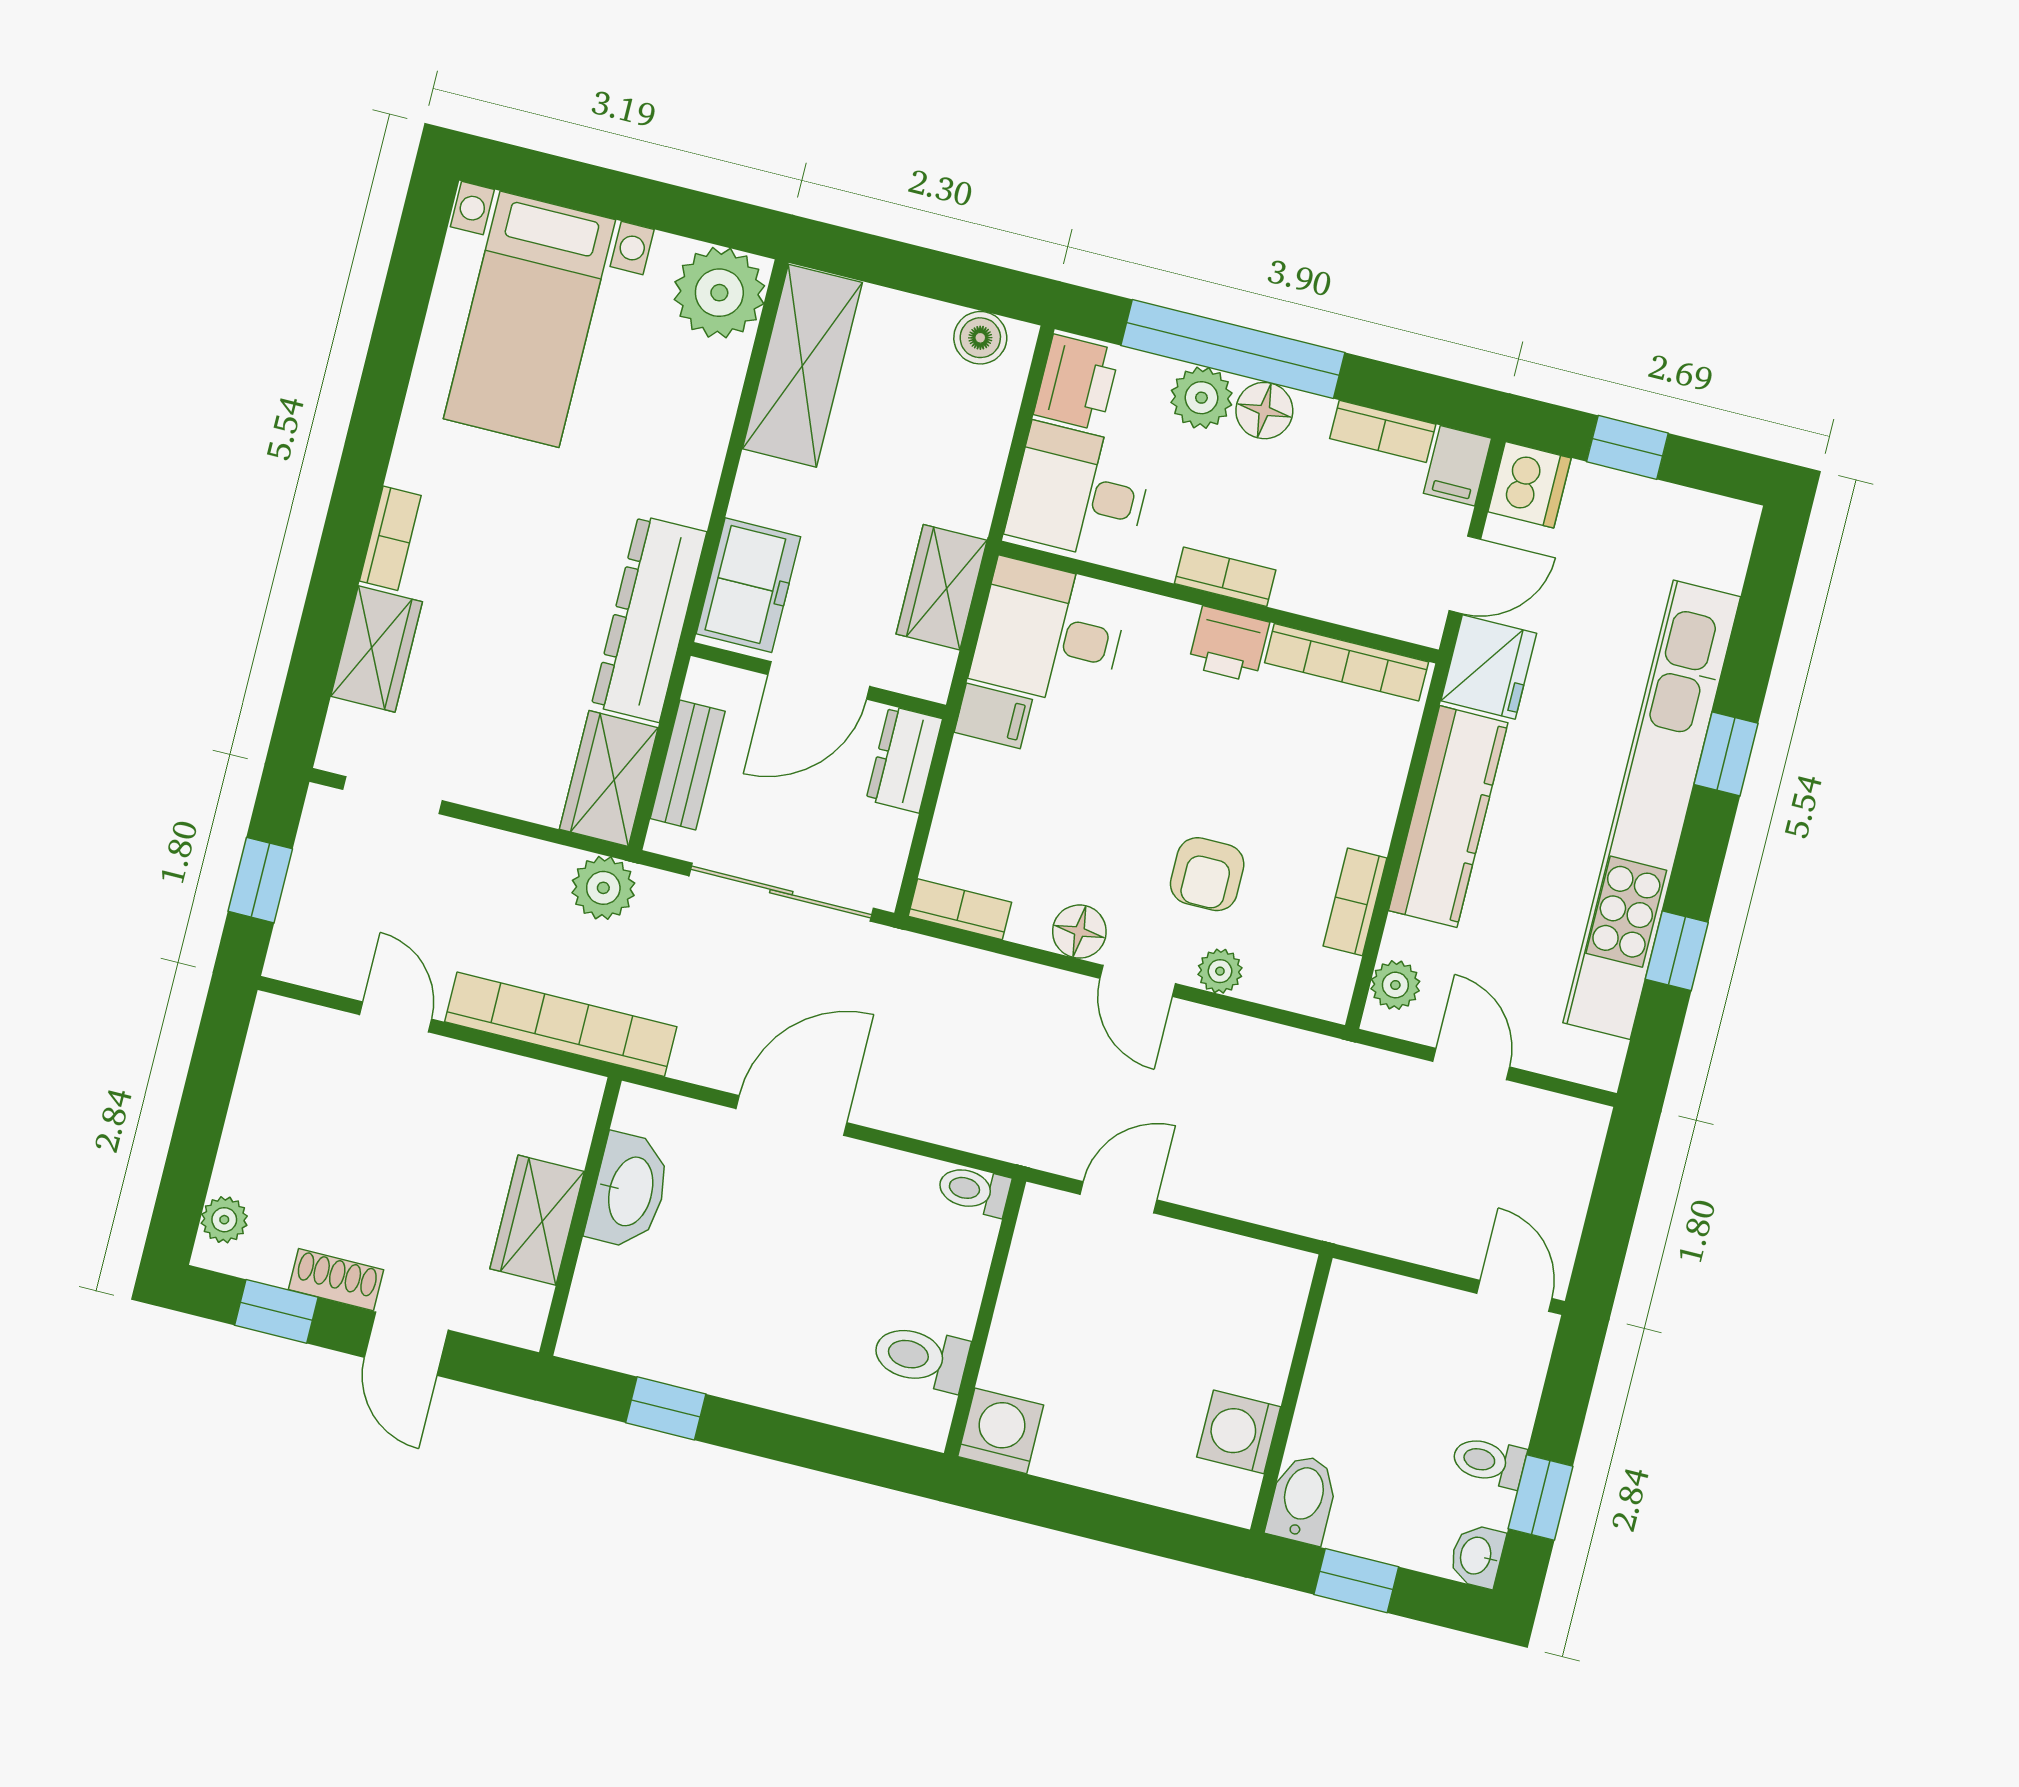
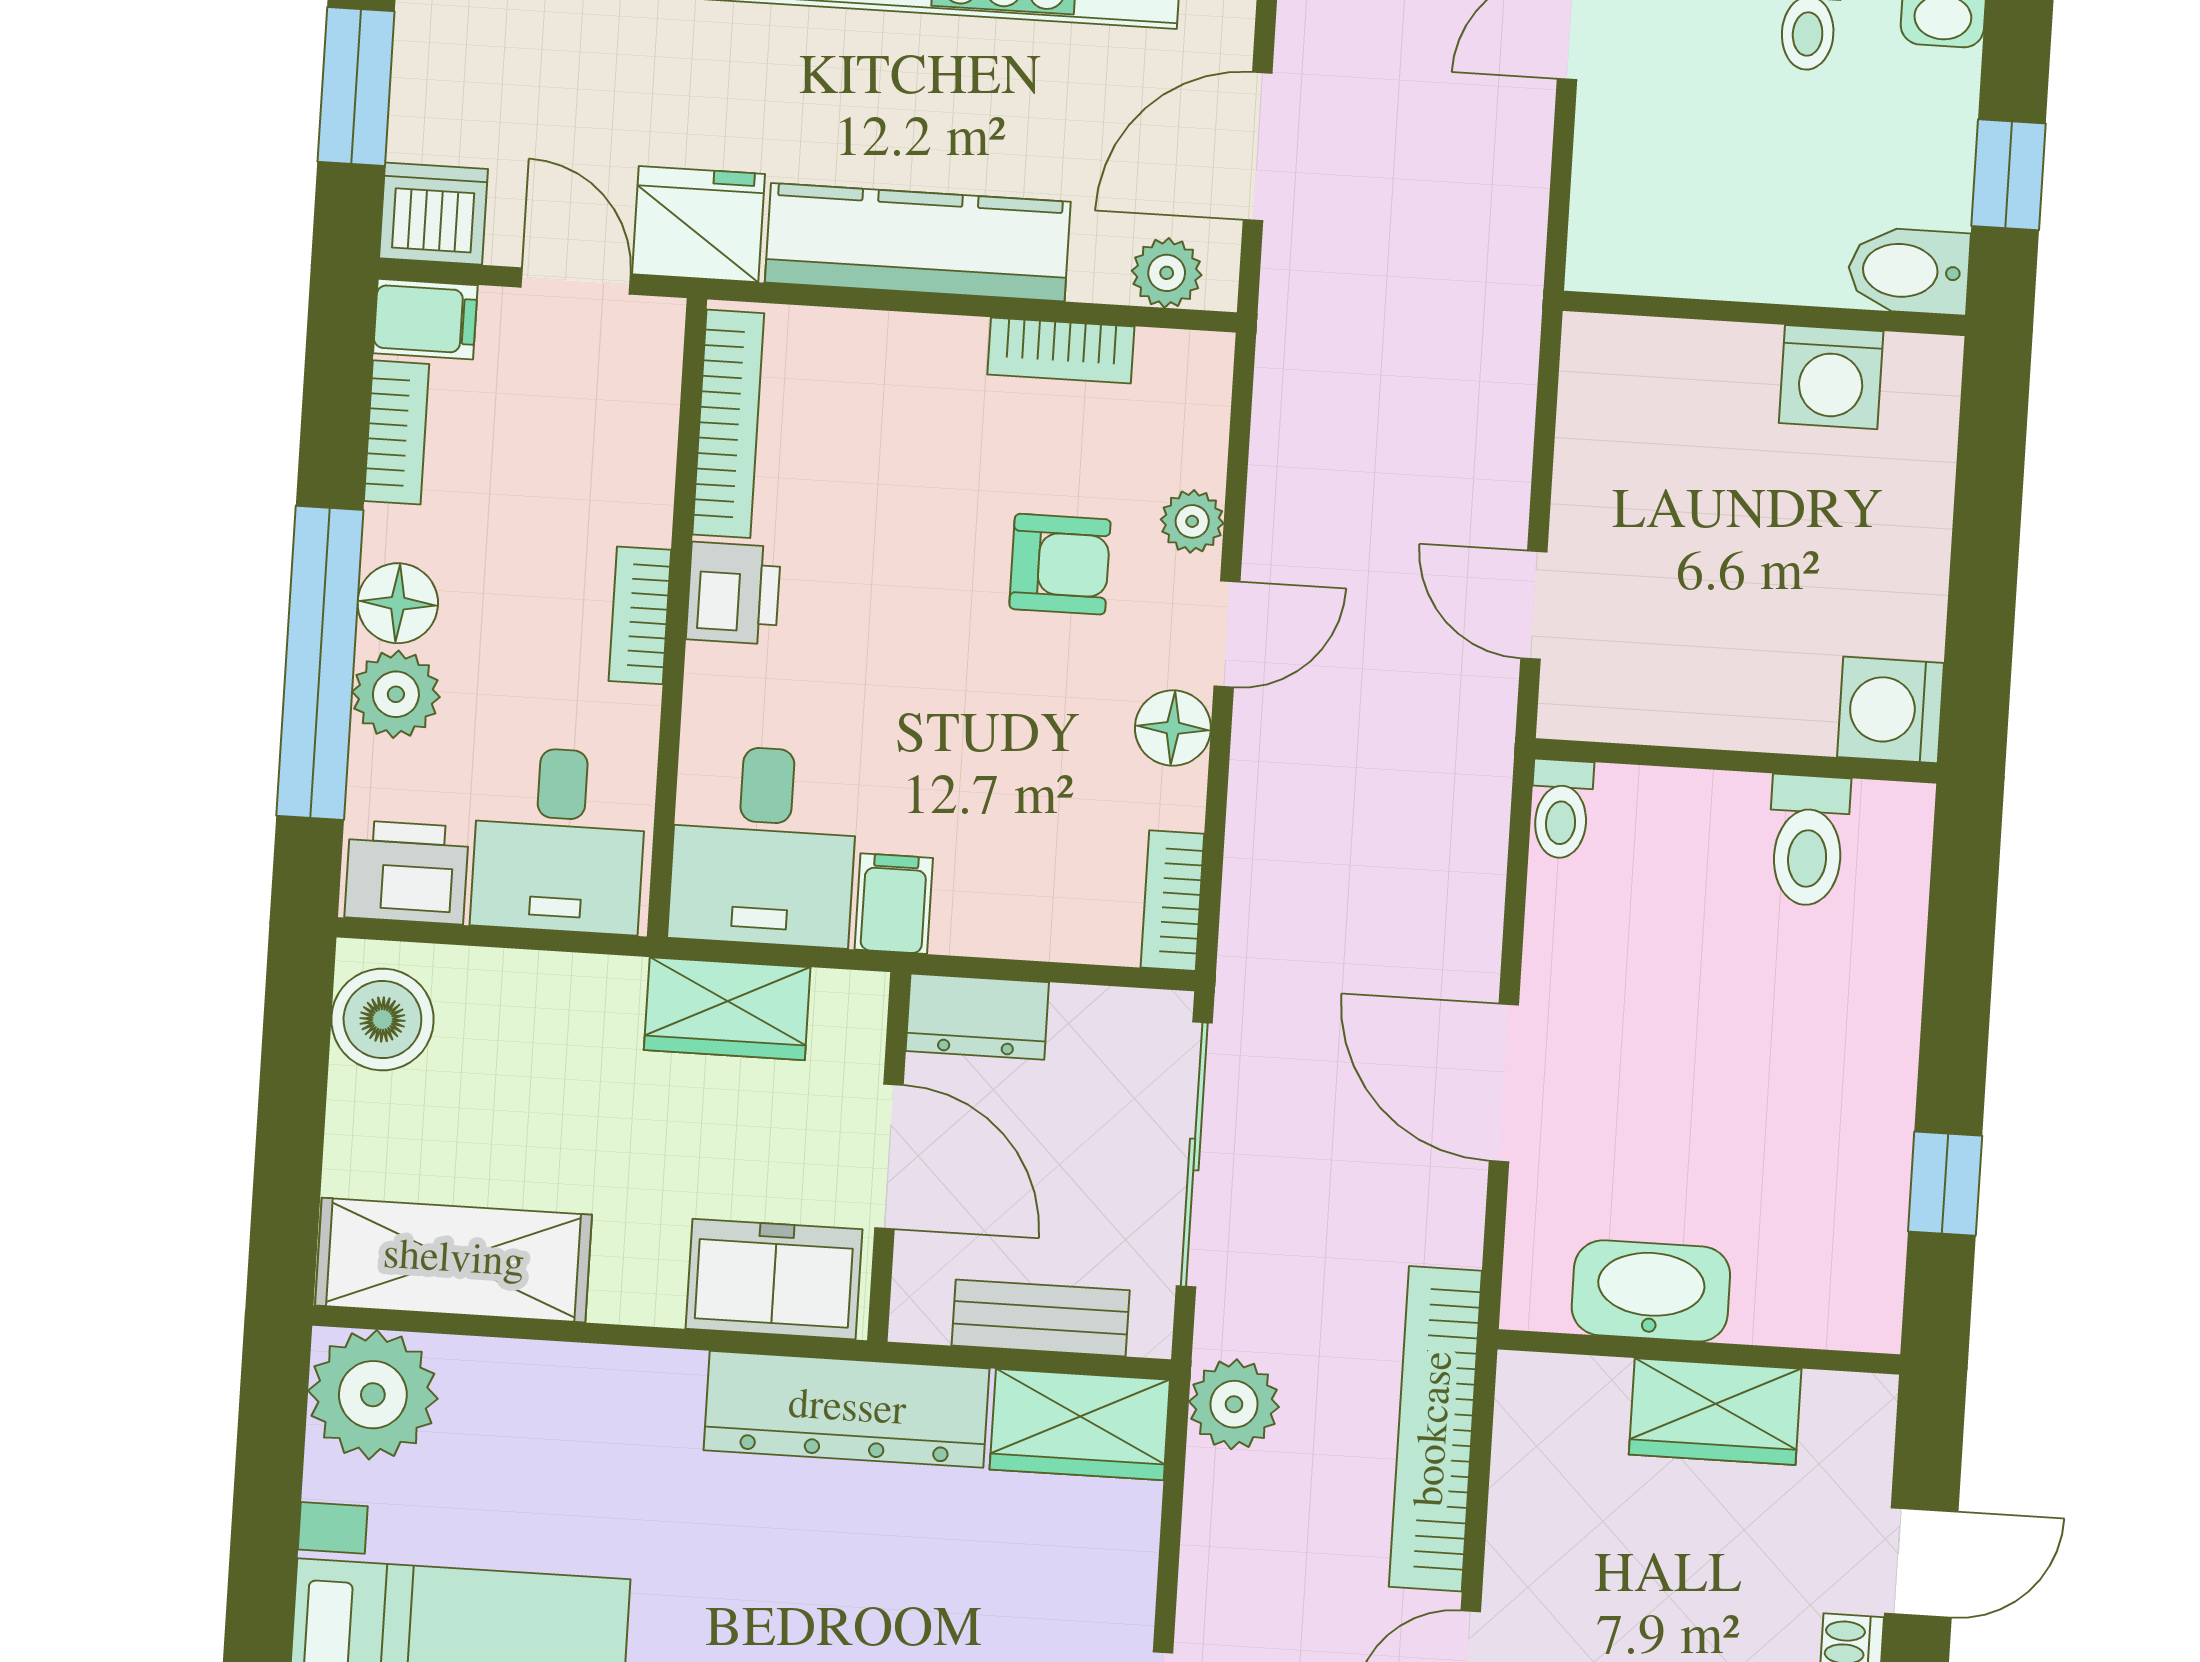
boiler: (980, 338) -> (382, 1019), width x1.36, depth x1.36
window: (1627, 447) -> (356, 87), width x1.50
door: (1471, 1064) -> (1258, 147), width x1.38

